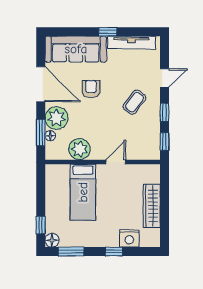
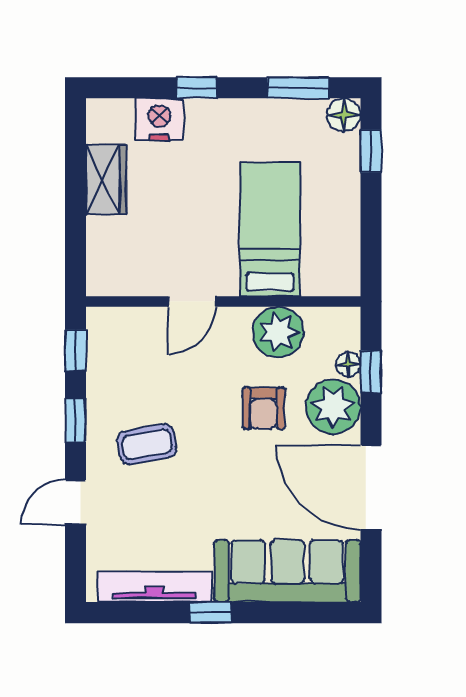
armchair: (91, 89) -> (264, 408), moved
coffee table: (134, 102) -> (147, 444), turned 43
window: (41, 133) -> (371, 372), width x0.67
wardrobe: (152, 206) -> (106, 180), width x0.67

